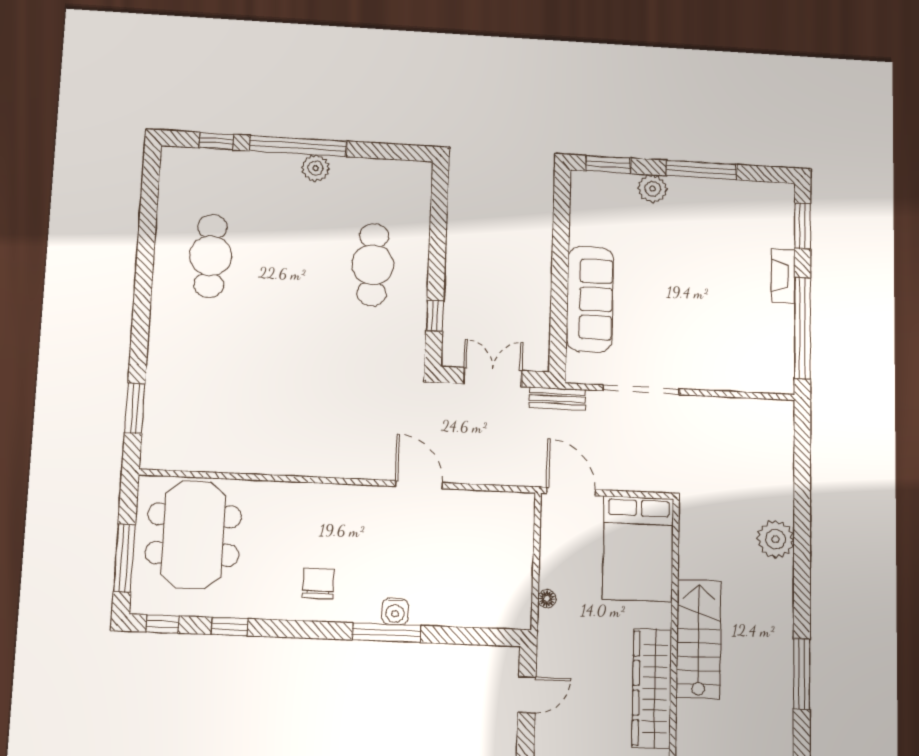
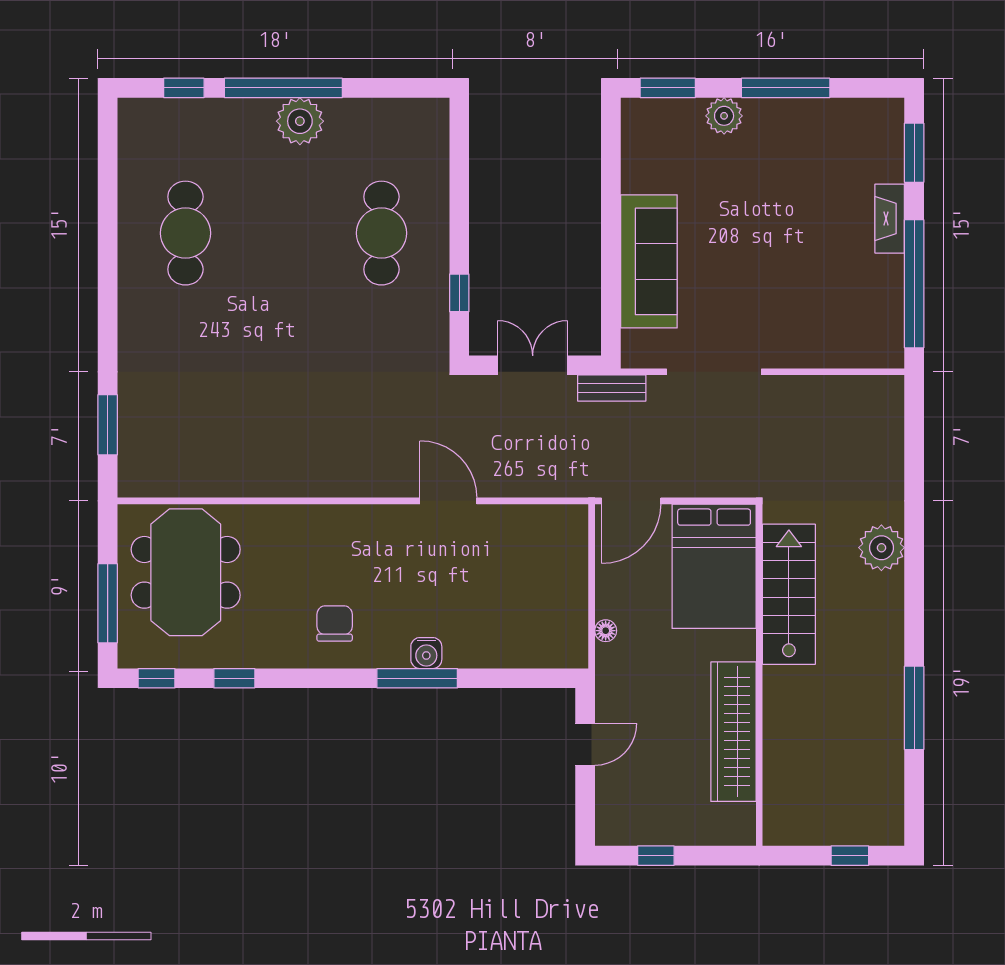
plant: (316, 168) -> (300, 121), width x1.36, depth x1.36
door: (571, 491) -> (631, 501), swing flipped
stairs: (699, 639) -> (789, 594), moved

